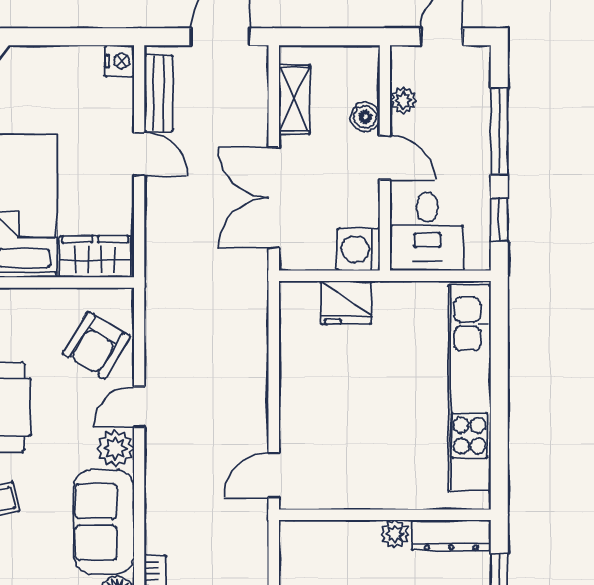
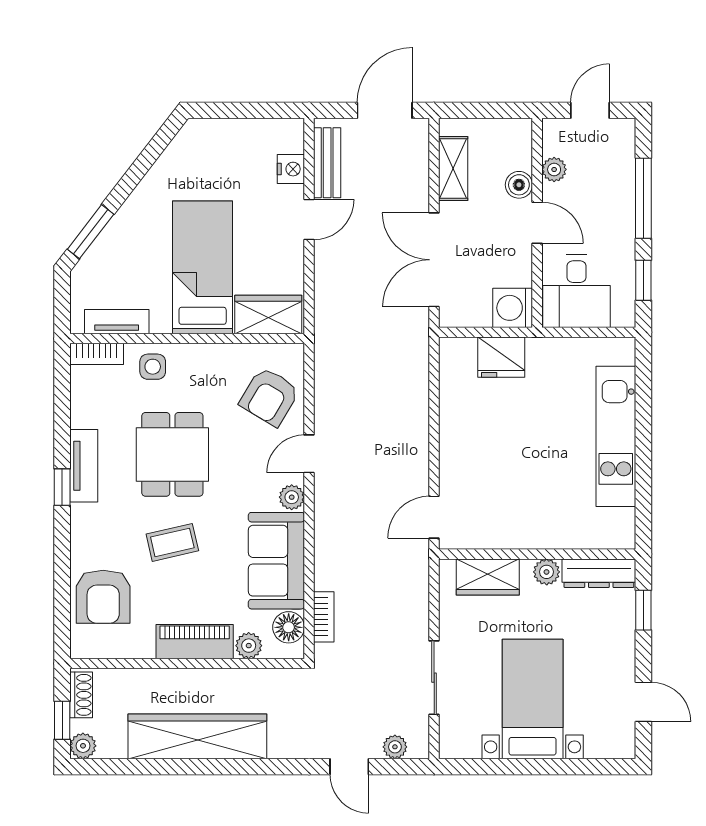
nightstand: (120, 61) -> (291, 169), moved
door: (139, 154) -> (309, 219), hinge flipped
kitchen unit: (470, 388) -> (616, 436), width x0.73
plant: (115, 448) -> (292, 497), width x0.73, depth x0.73
wardrobe: (332, 539) -> (488, 577), added

